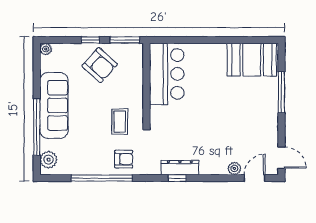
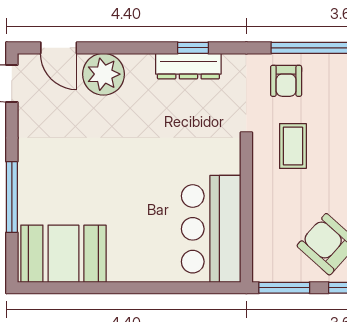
armchair: (124, 159) -> (286, 81), turned -90
plant: (234, 168) -> (103, 74), width x1.88, depth x1.88
door: (255, 178) -> (59, 48), hinge flipped

